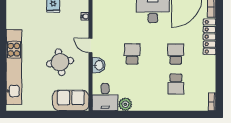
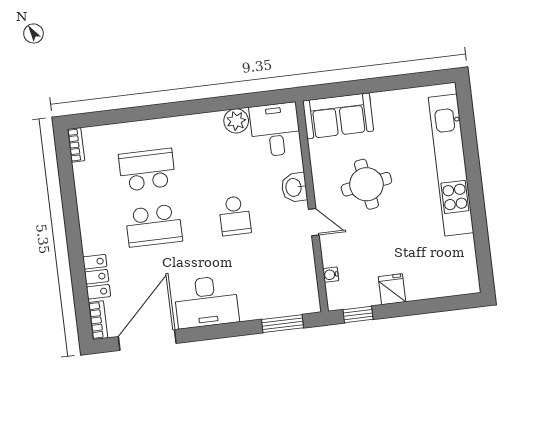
locker: (209, 37) -> (97, 277), width x0.66
school desk: (176, 54) -> (154, 226), width x1.85
school desk: (176, 84) -> (147, 170), width x1.85

